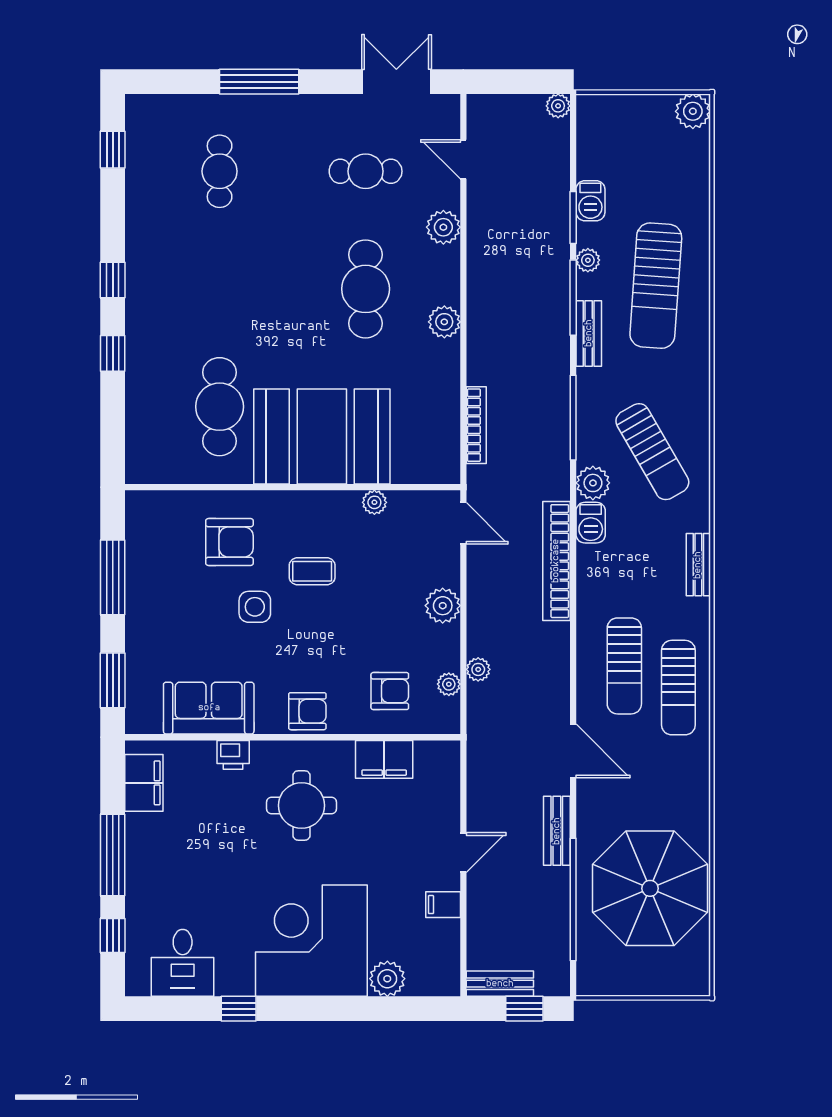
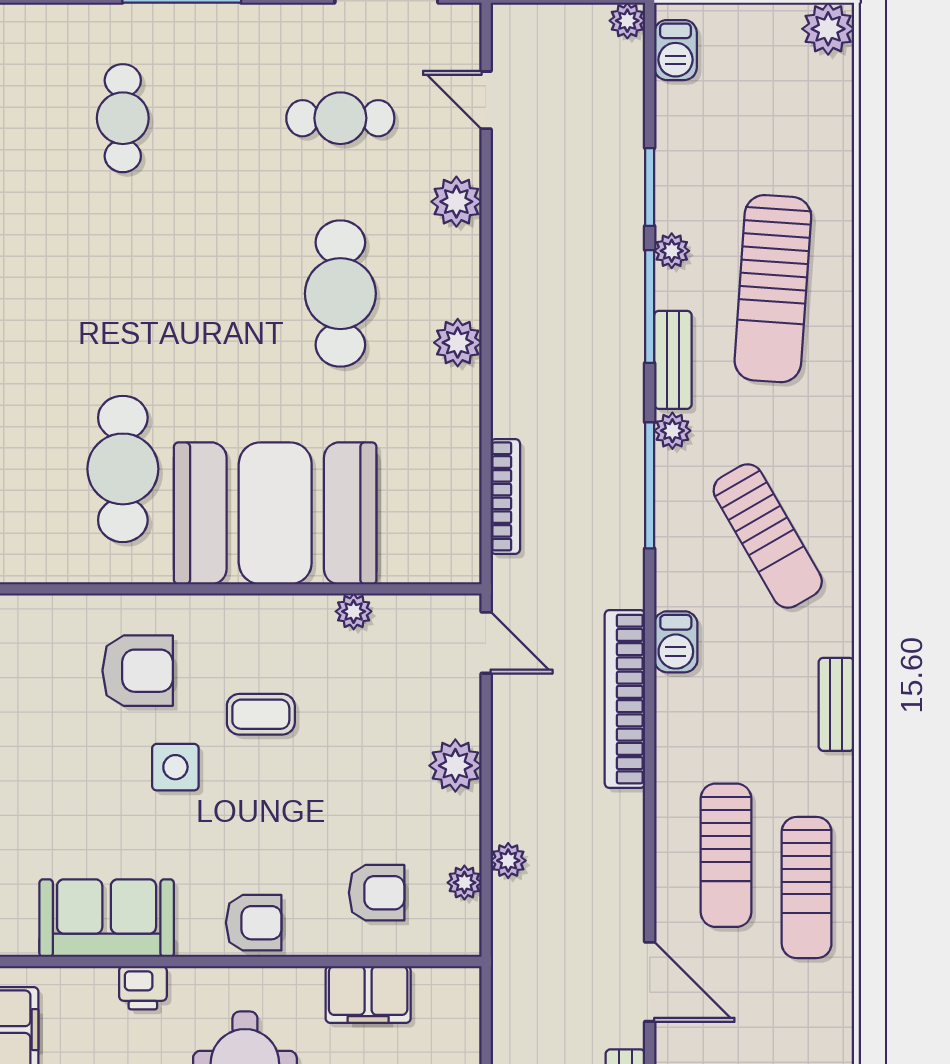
barbecue: (590, 201) -> (676, 50), moved
plant: (593, 483) -> (672, 431), moved, width x0.73, depth x0.73

